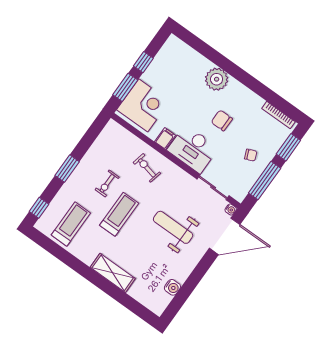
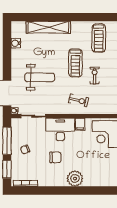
shelving: (113, 273) -> (48, 27), width x1.47

